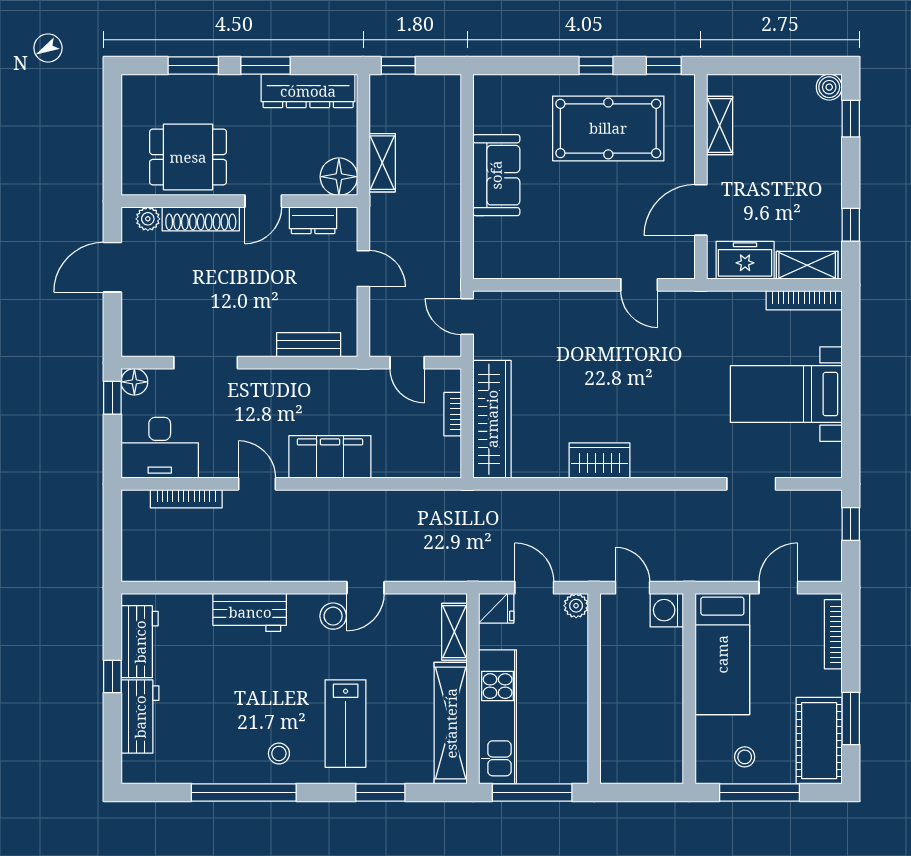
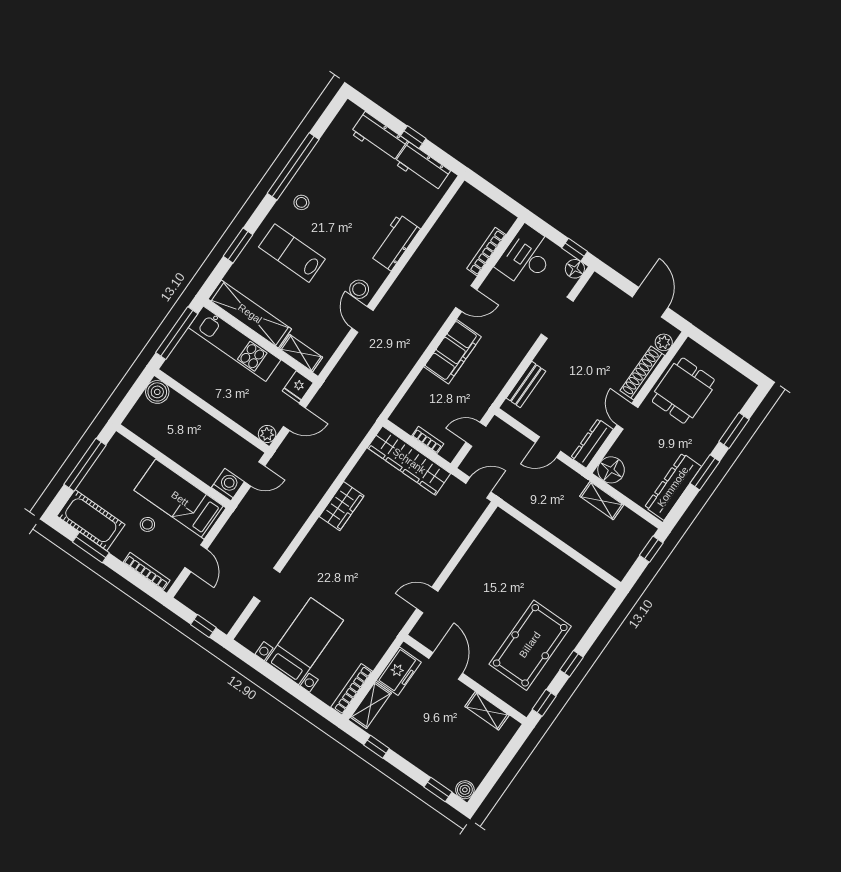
sofa: (496, 175) -> (548, 562), removed
dresser: (313, 220) -> (592, 443), width x1.44
stool: (745, 757) -> (147, 524), moved
boiler: (616, 767) -> (157, 392), added

